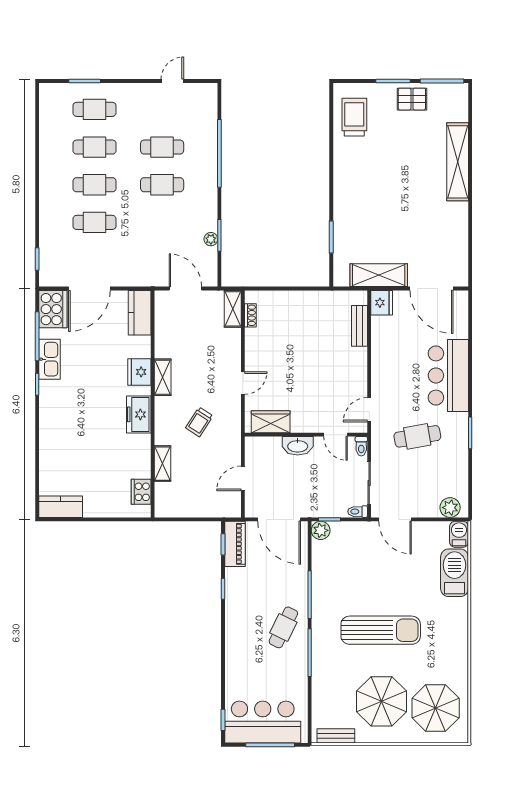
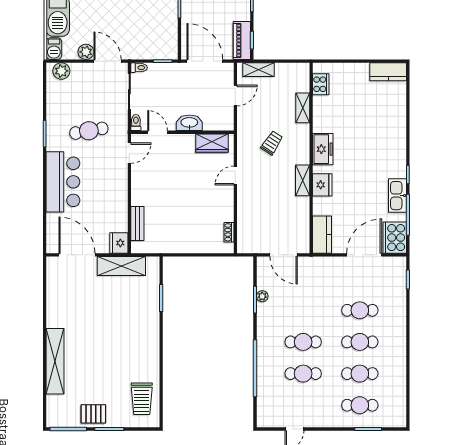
shelving: (233, 309) -> (258, 70), moved, turned 90
plant: (321, 530) -> (86, 52), moved

